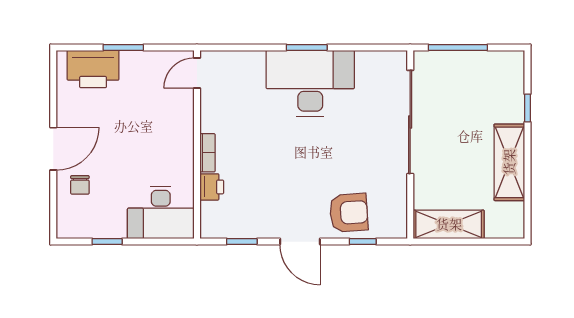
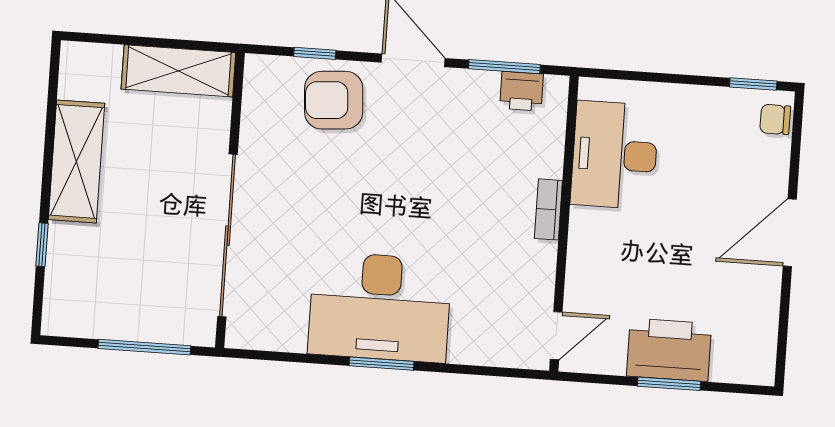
printer: (93, 69) -> (669, 350), moved
chair: (80, 185) -> (775, 119), moved, turned -90
printer: (212, 187) -> (521, 91), moved, turned -90
desk: (161, 212) -> (615, 155), moved, turned -90
window: (107, 242) -> (753, 84), moved
window: (242, 242) -> (504, 67), width x1.50

